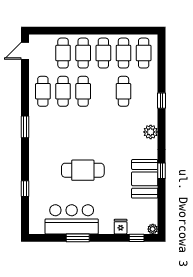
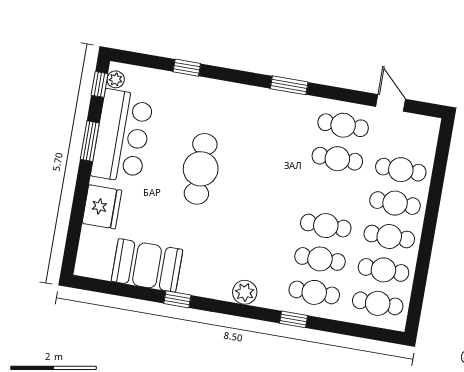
door: (25, 51) -> (391, 103), moved
cafe table: (83, 91) -> (326, 226), moved
cafe table: (144, 91) -> (314, 292), added
booth: (145, 179) -> (147, 265), moved
fridge: (121, 227) -> (102, 207), width x1.88, depth x1.34
plant: (153, 229) -> (116, 79), moved
window: (137, 238) -> (100, 84), moved

